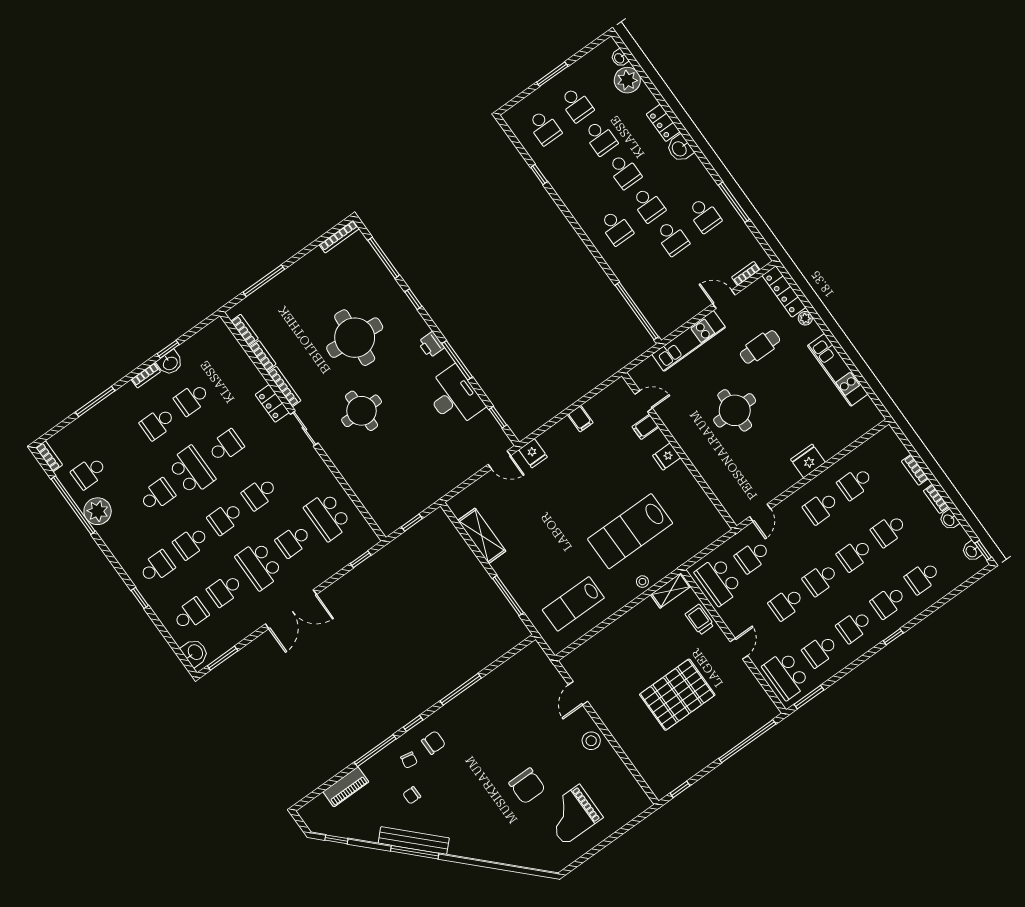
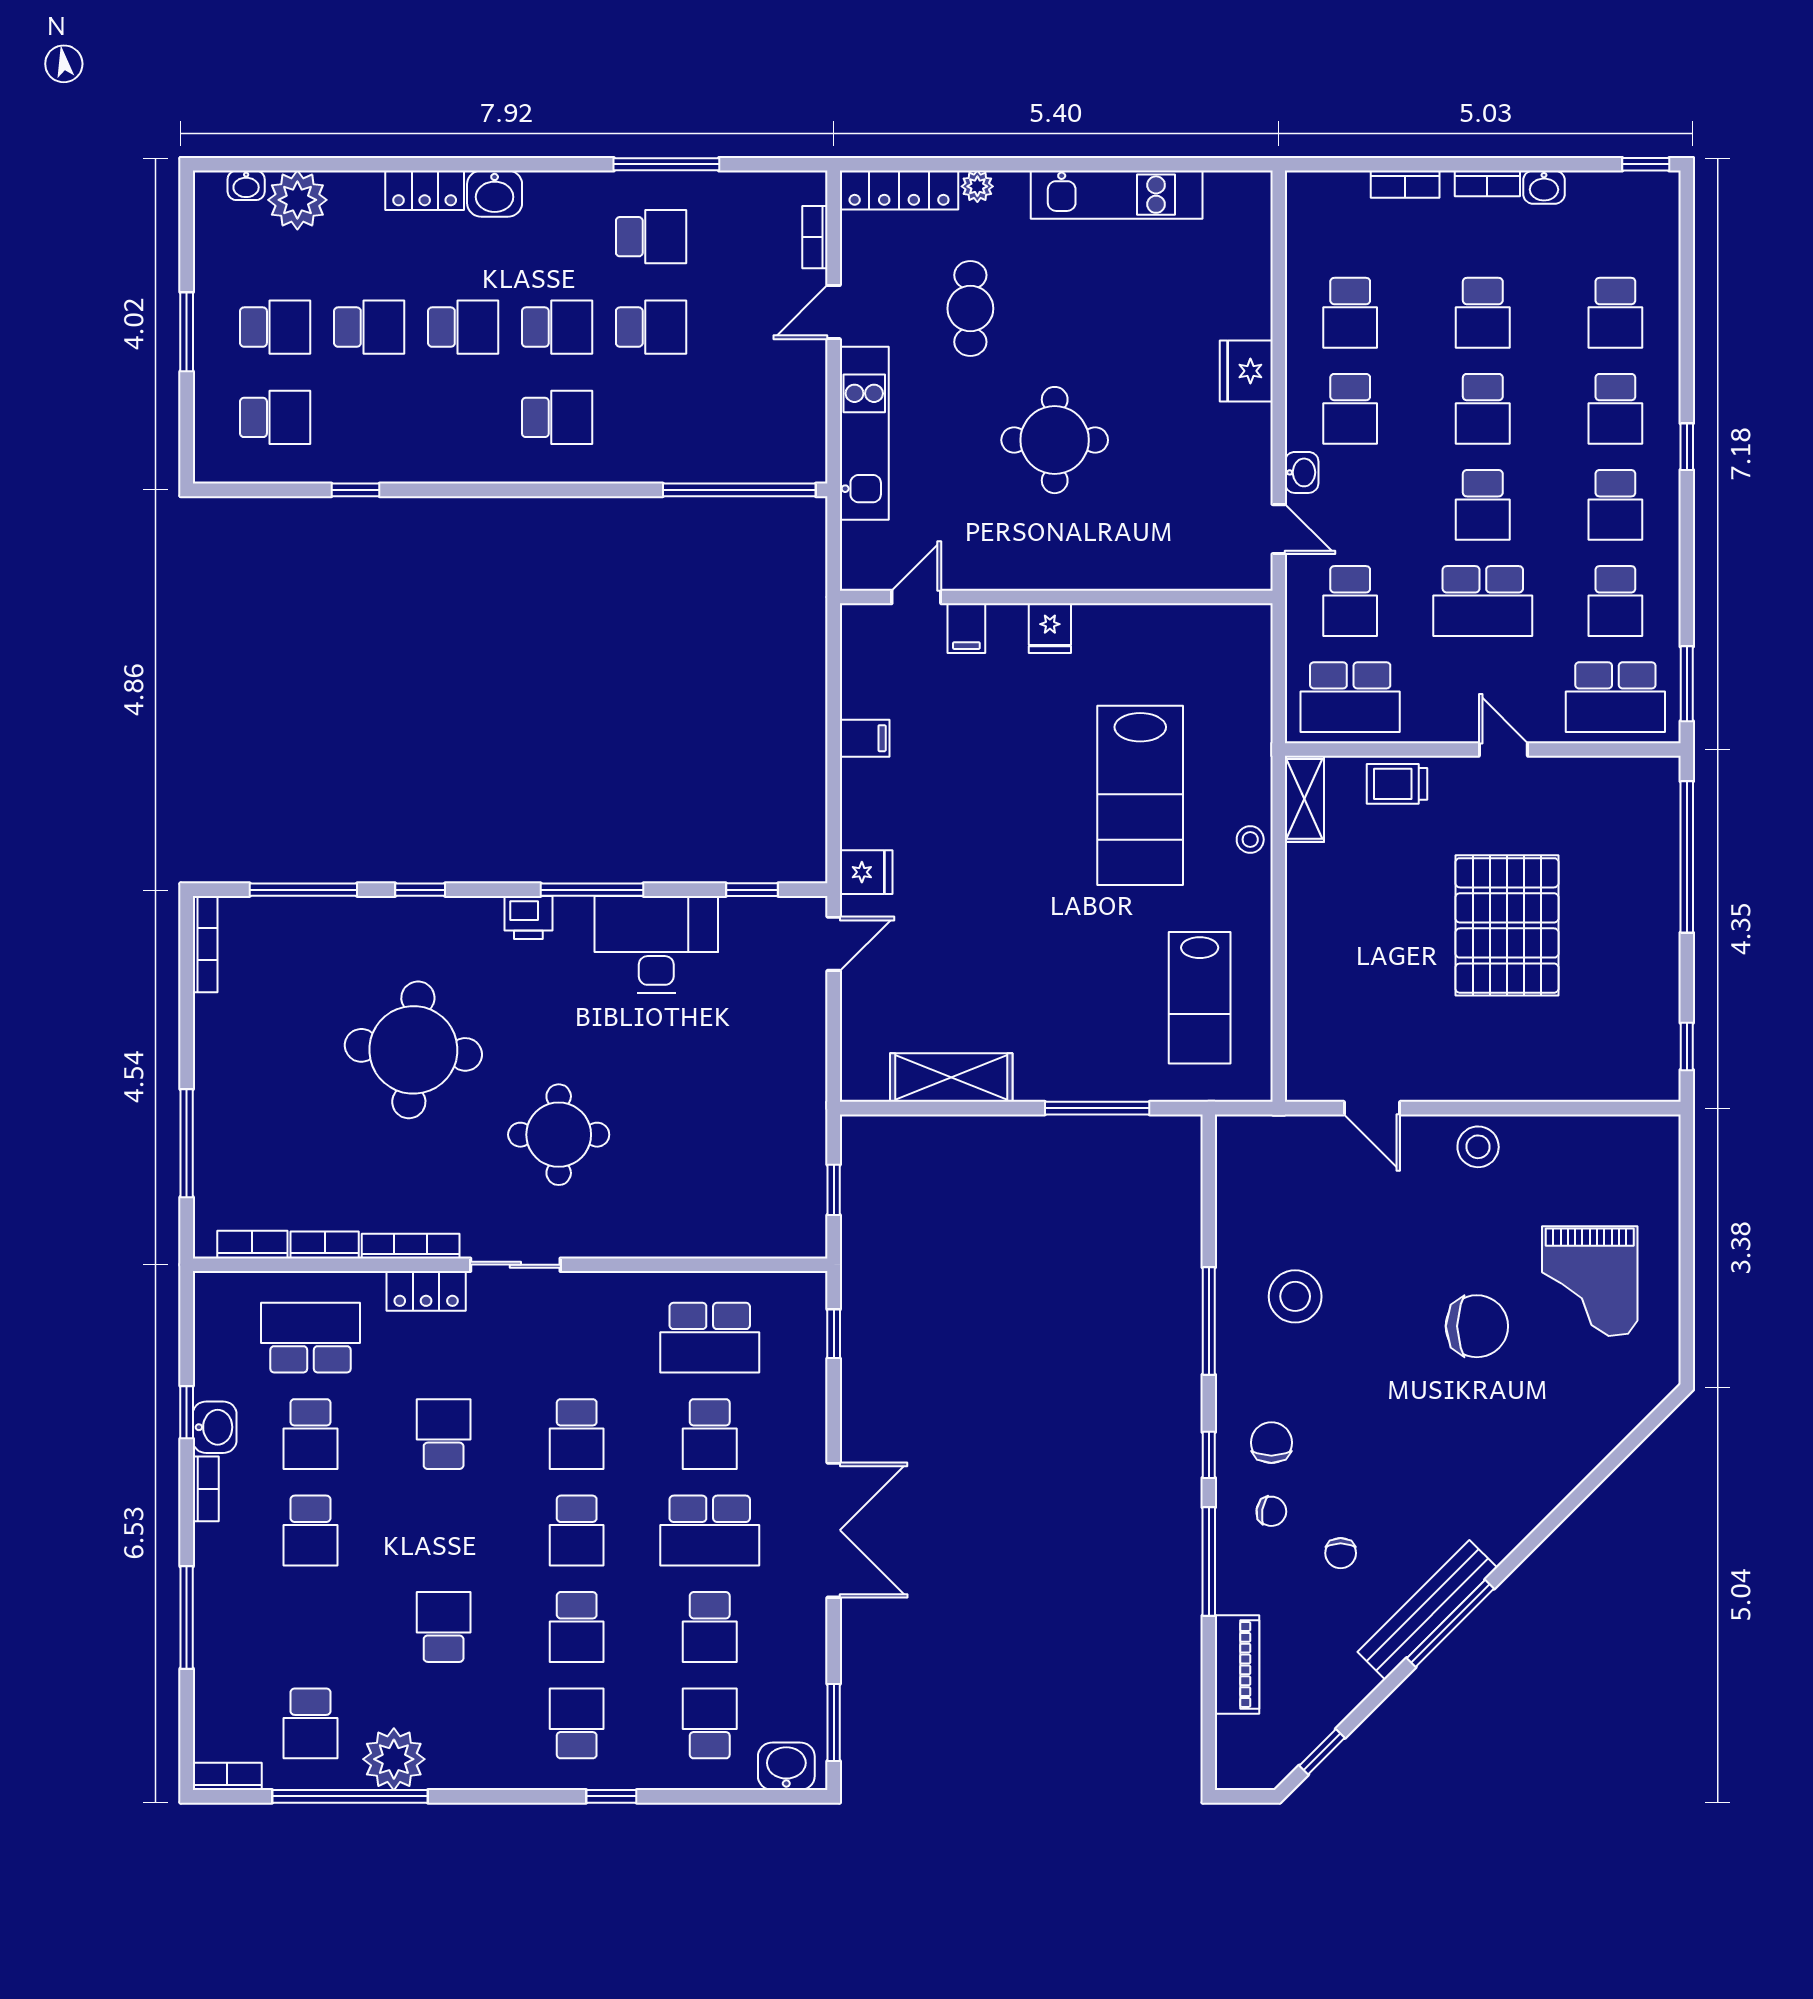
school desk: (192, 471) -> (310, 1338), moved
washbasin: (972, 551) -> (1302, 472), moved, turned -90
school desk: (786, 604) -> (1483, 601), width x1.85
stool: (491, 714) -> (1295, 1296), added

